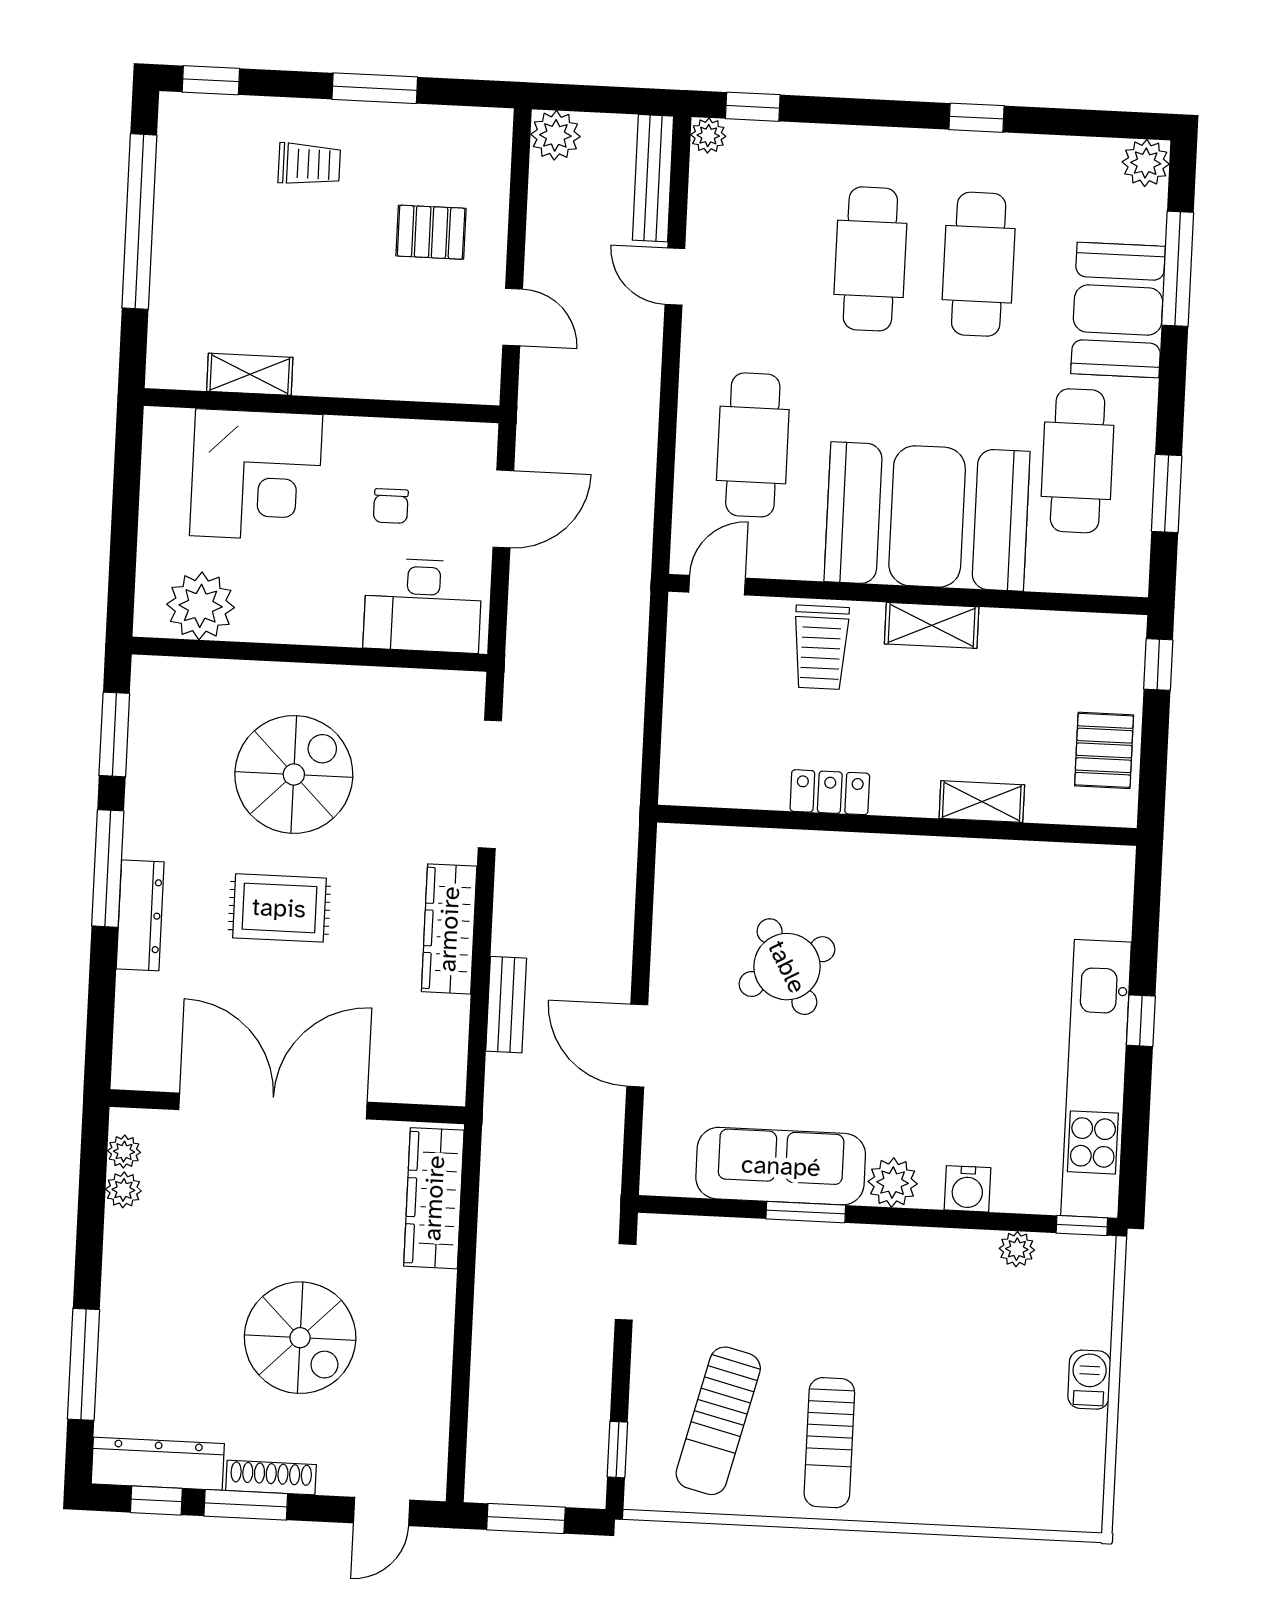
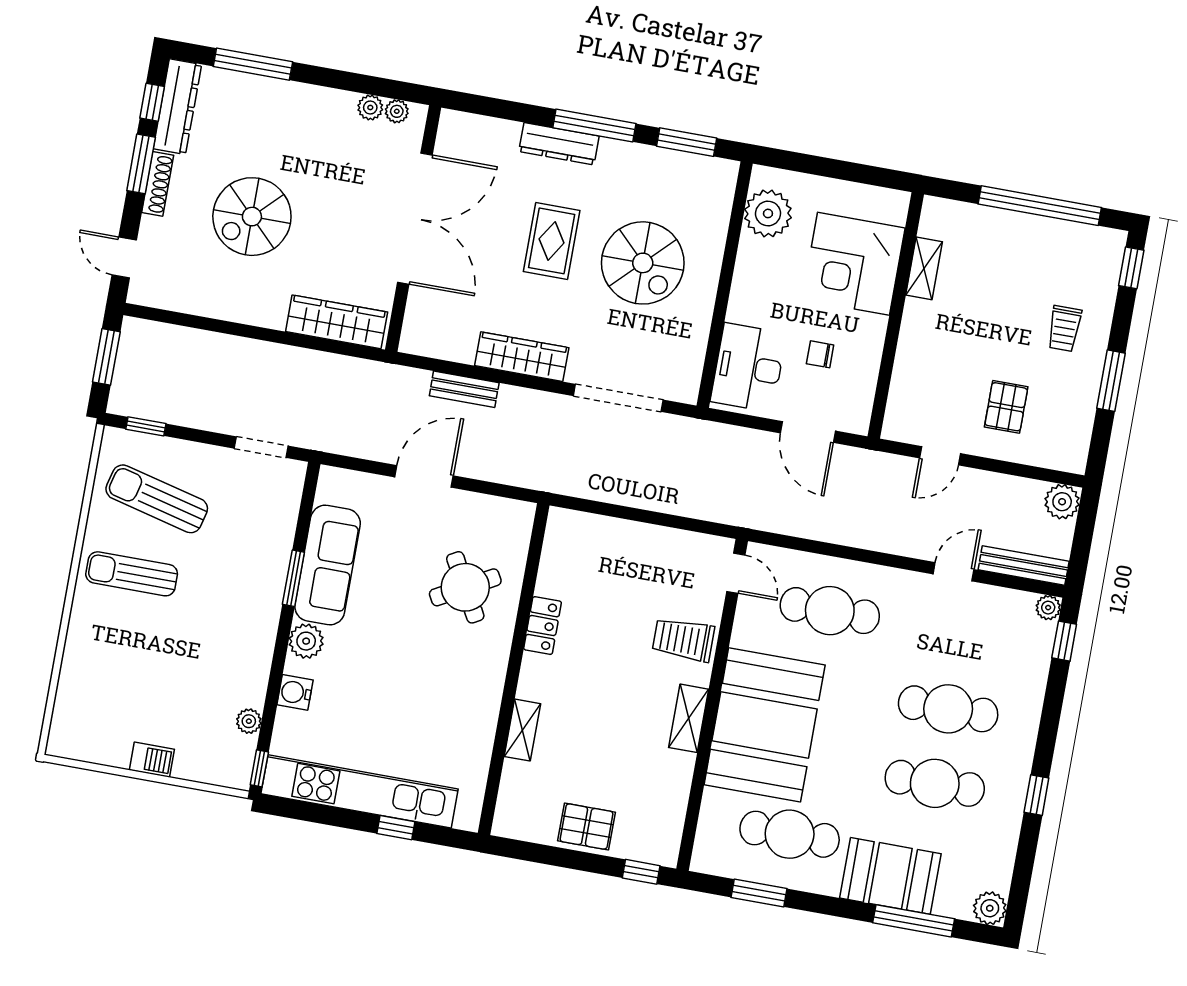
locker: (830, 792) -> (543, 626), moved
shelving: (982, 802) -> (522, 730), moved
wall: (897, 825) -> (514, 669), moved

